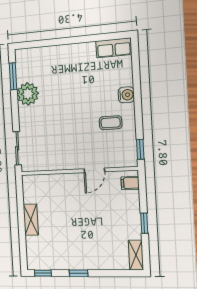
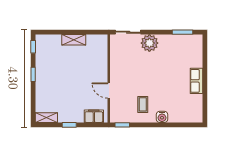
row of seats: (114, 48) -> (196, 81), moved
plant: (28, 94) -> (149, 43), moved
filing cabinet: (130, 183) -> (94, 116), width x2.00

